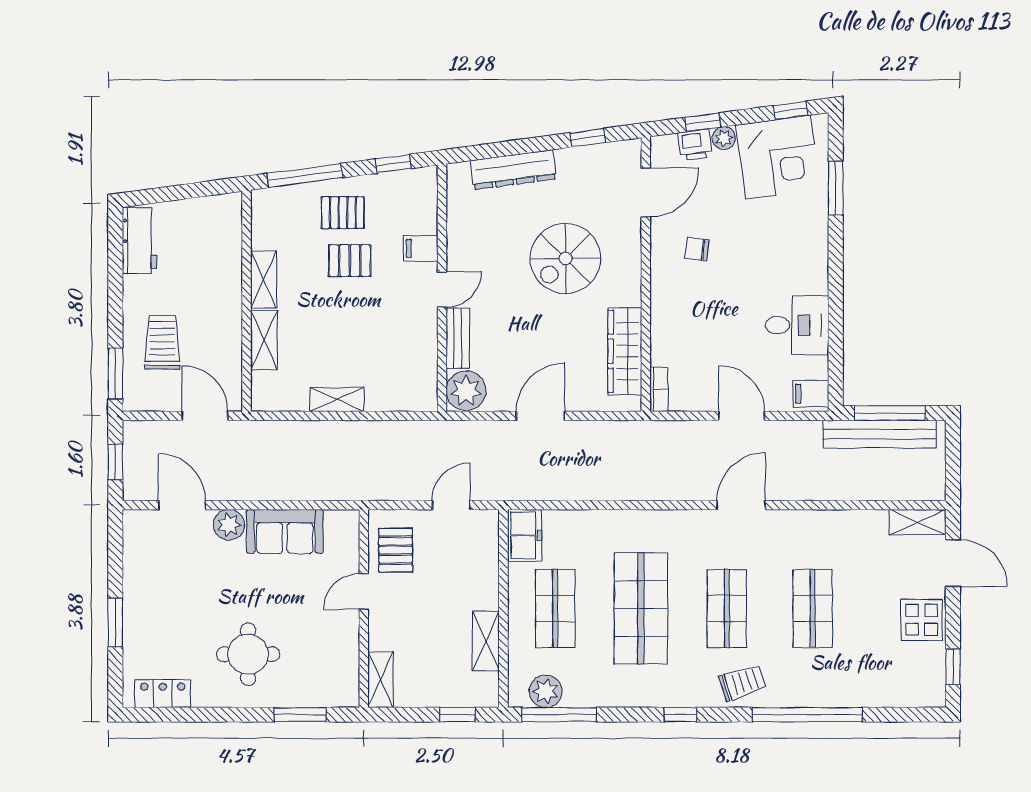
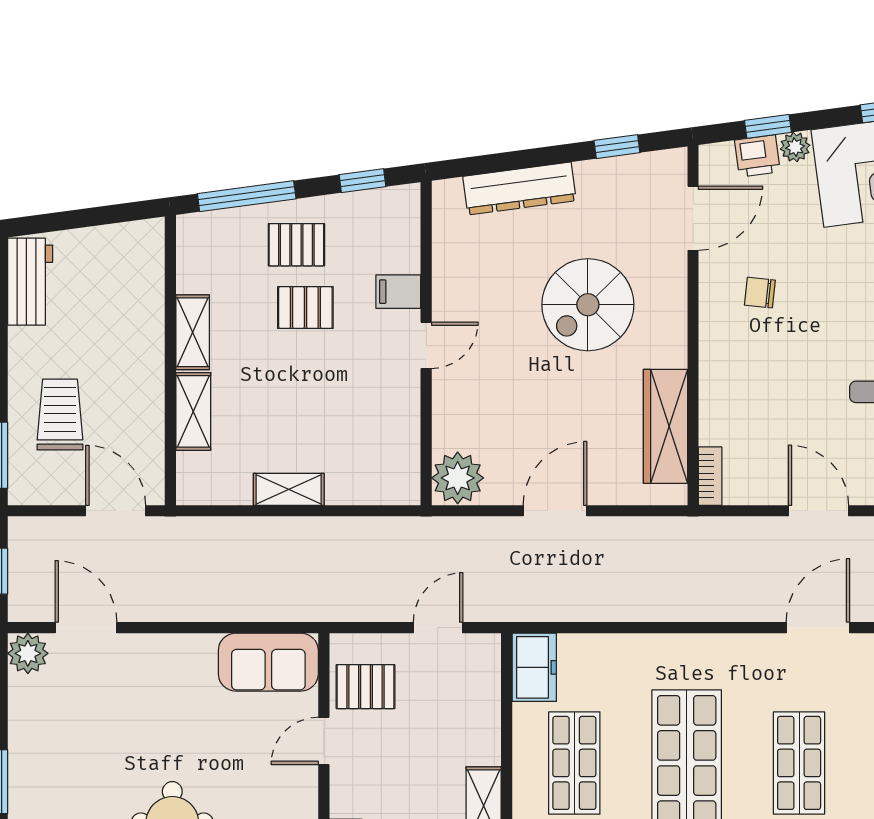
bench: (458, 338) -> (447, 409), removed
plant: (229, 525) -> (28, 653), moved
sofa: (285, 531) -> (268, 662), moved
pallet: (396, 550) -> (365, 687), turned 90

